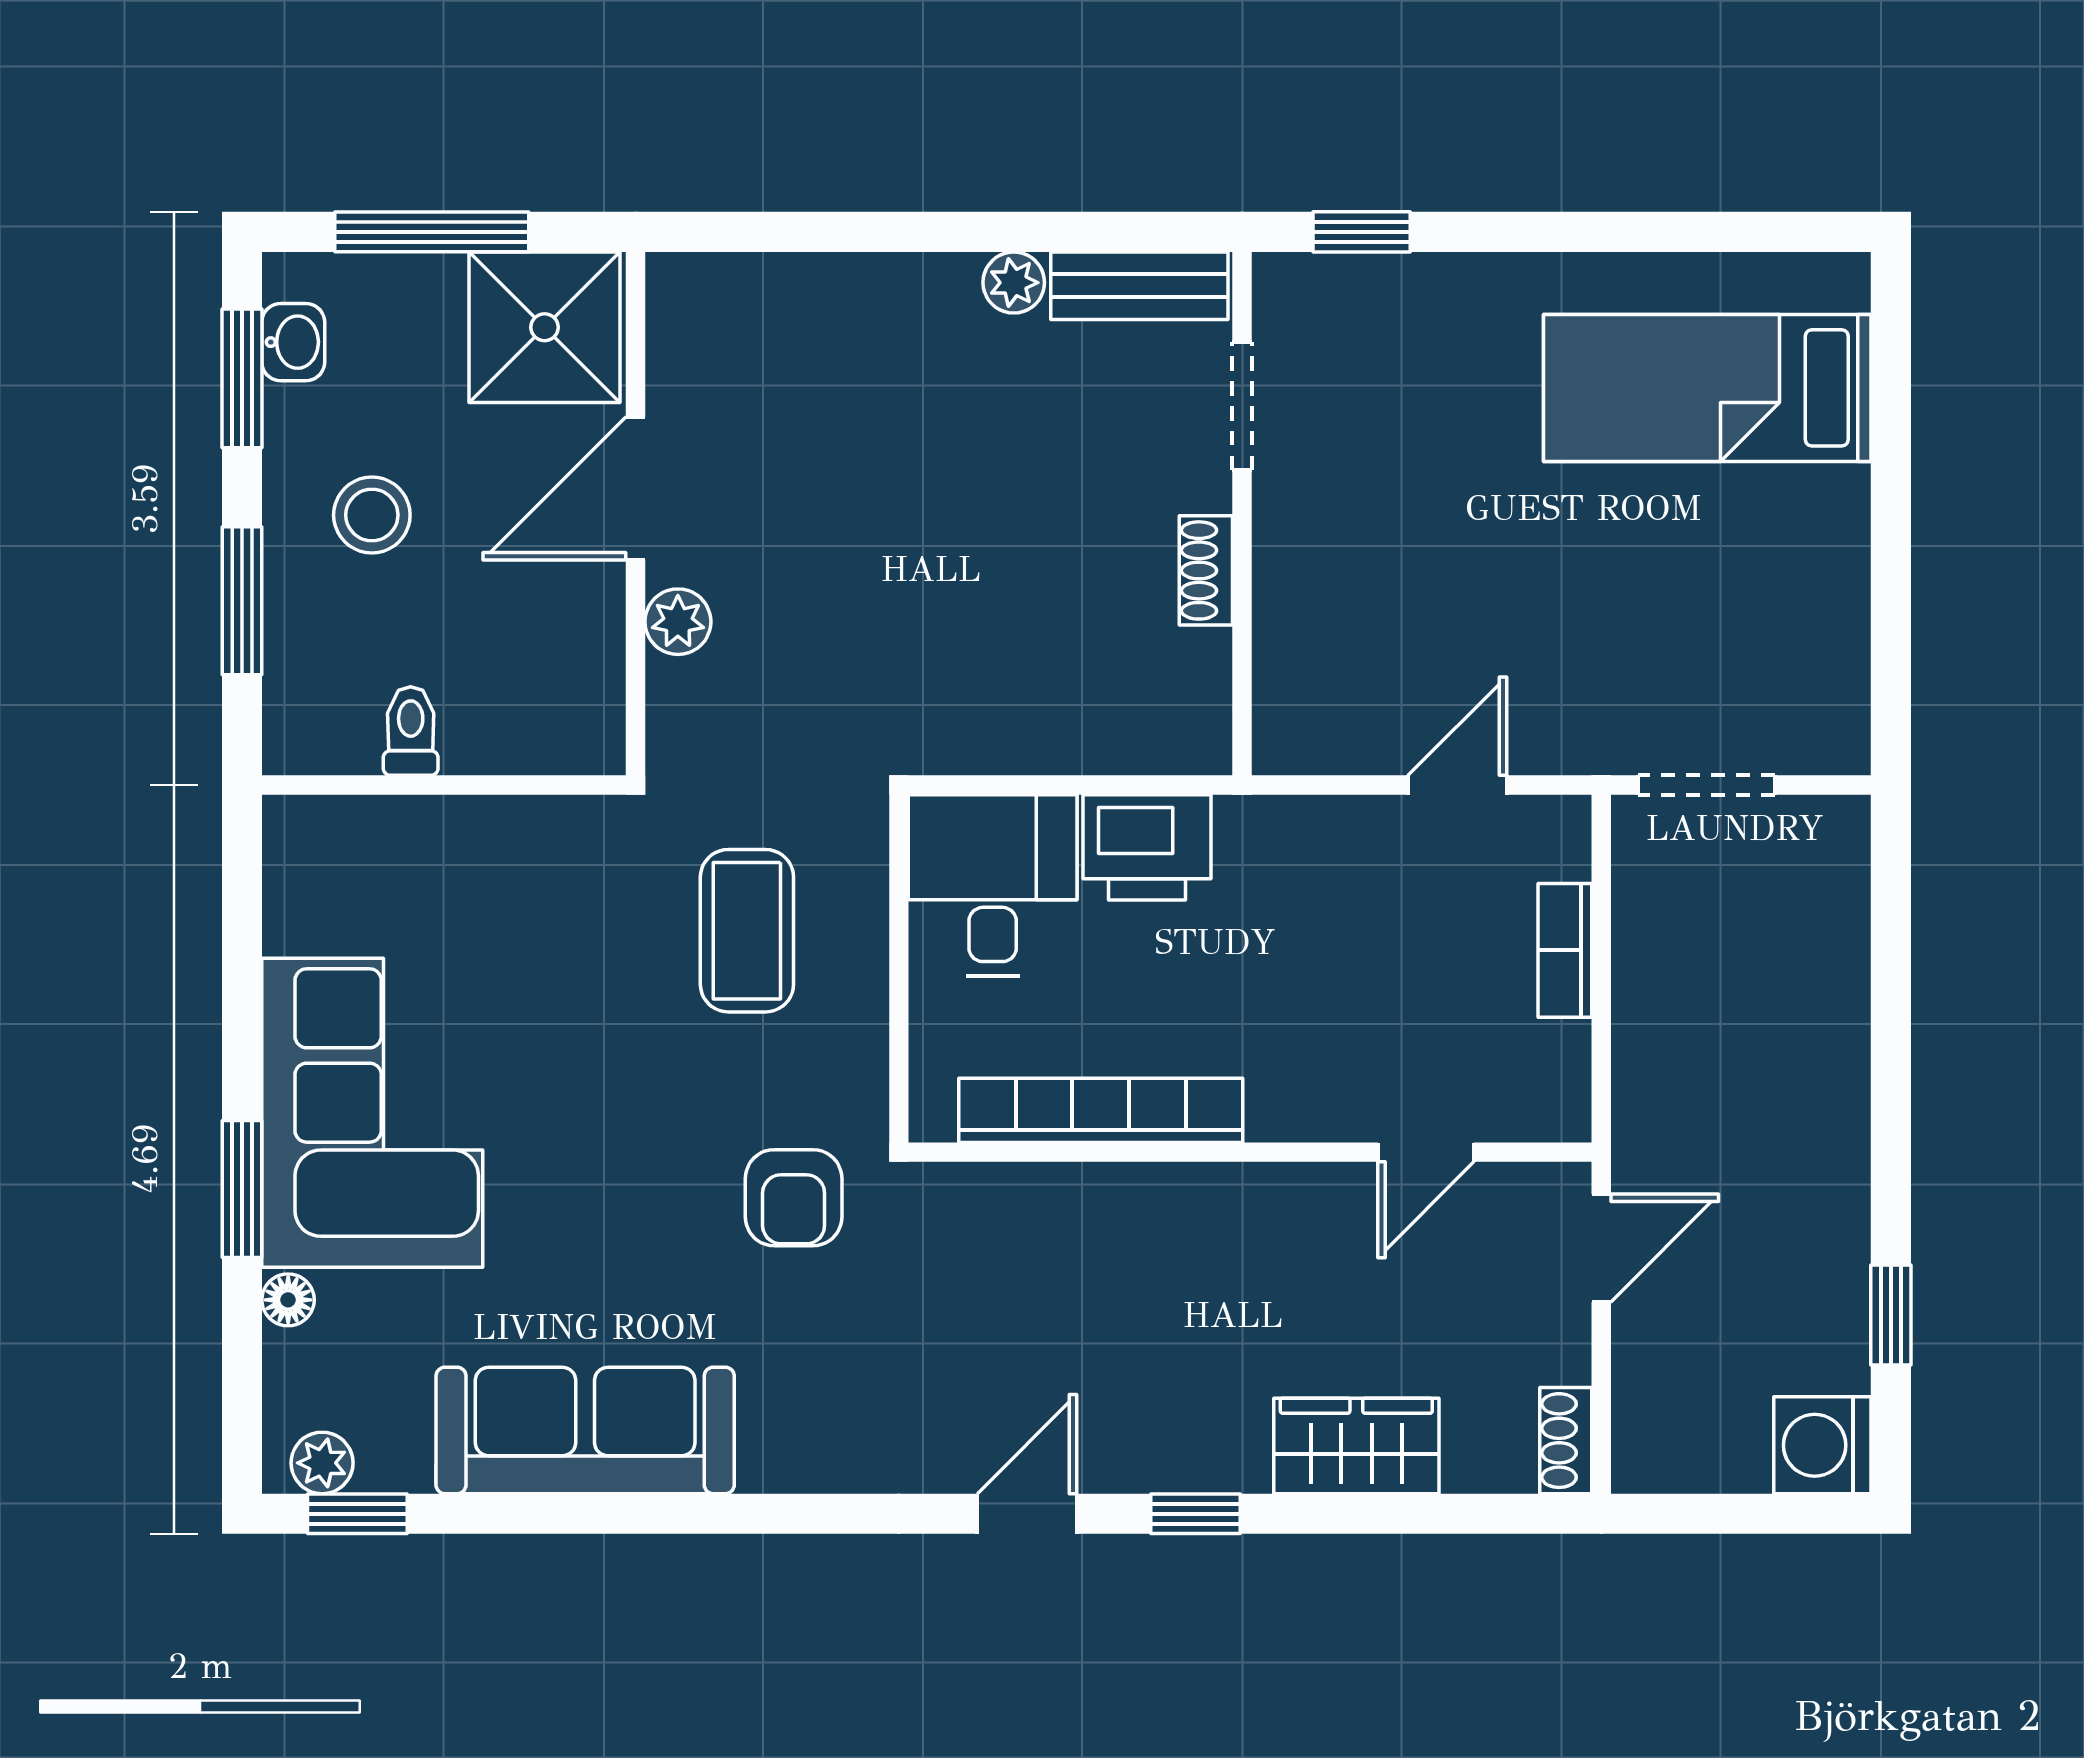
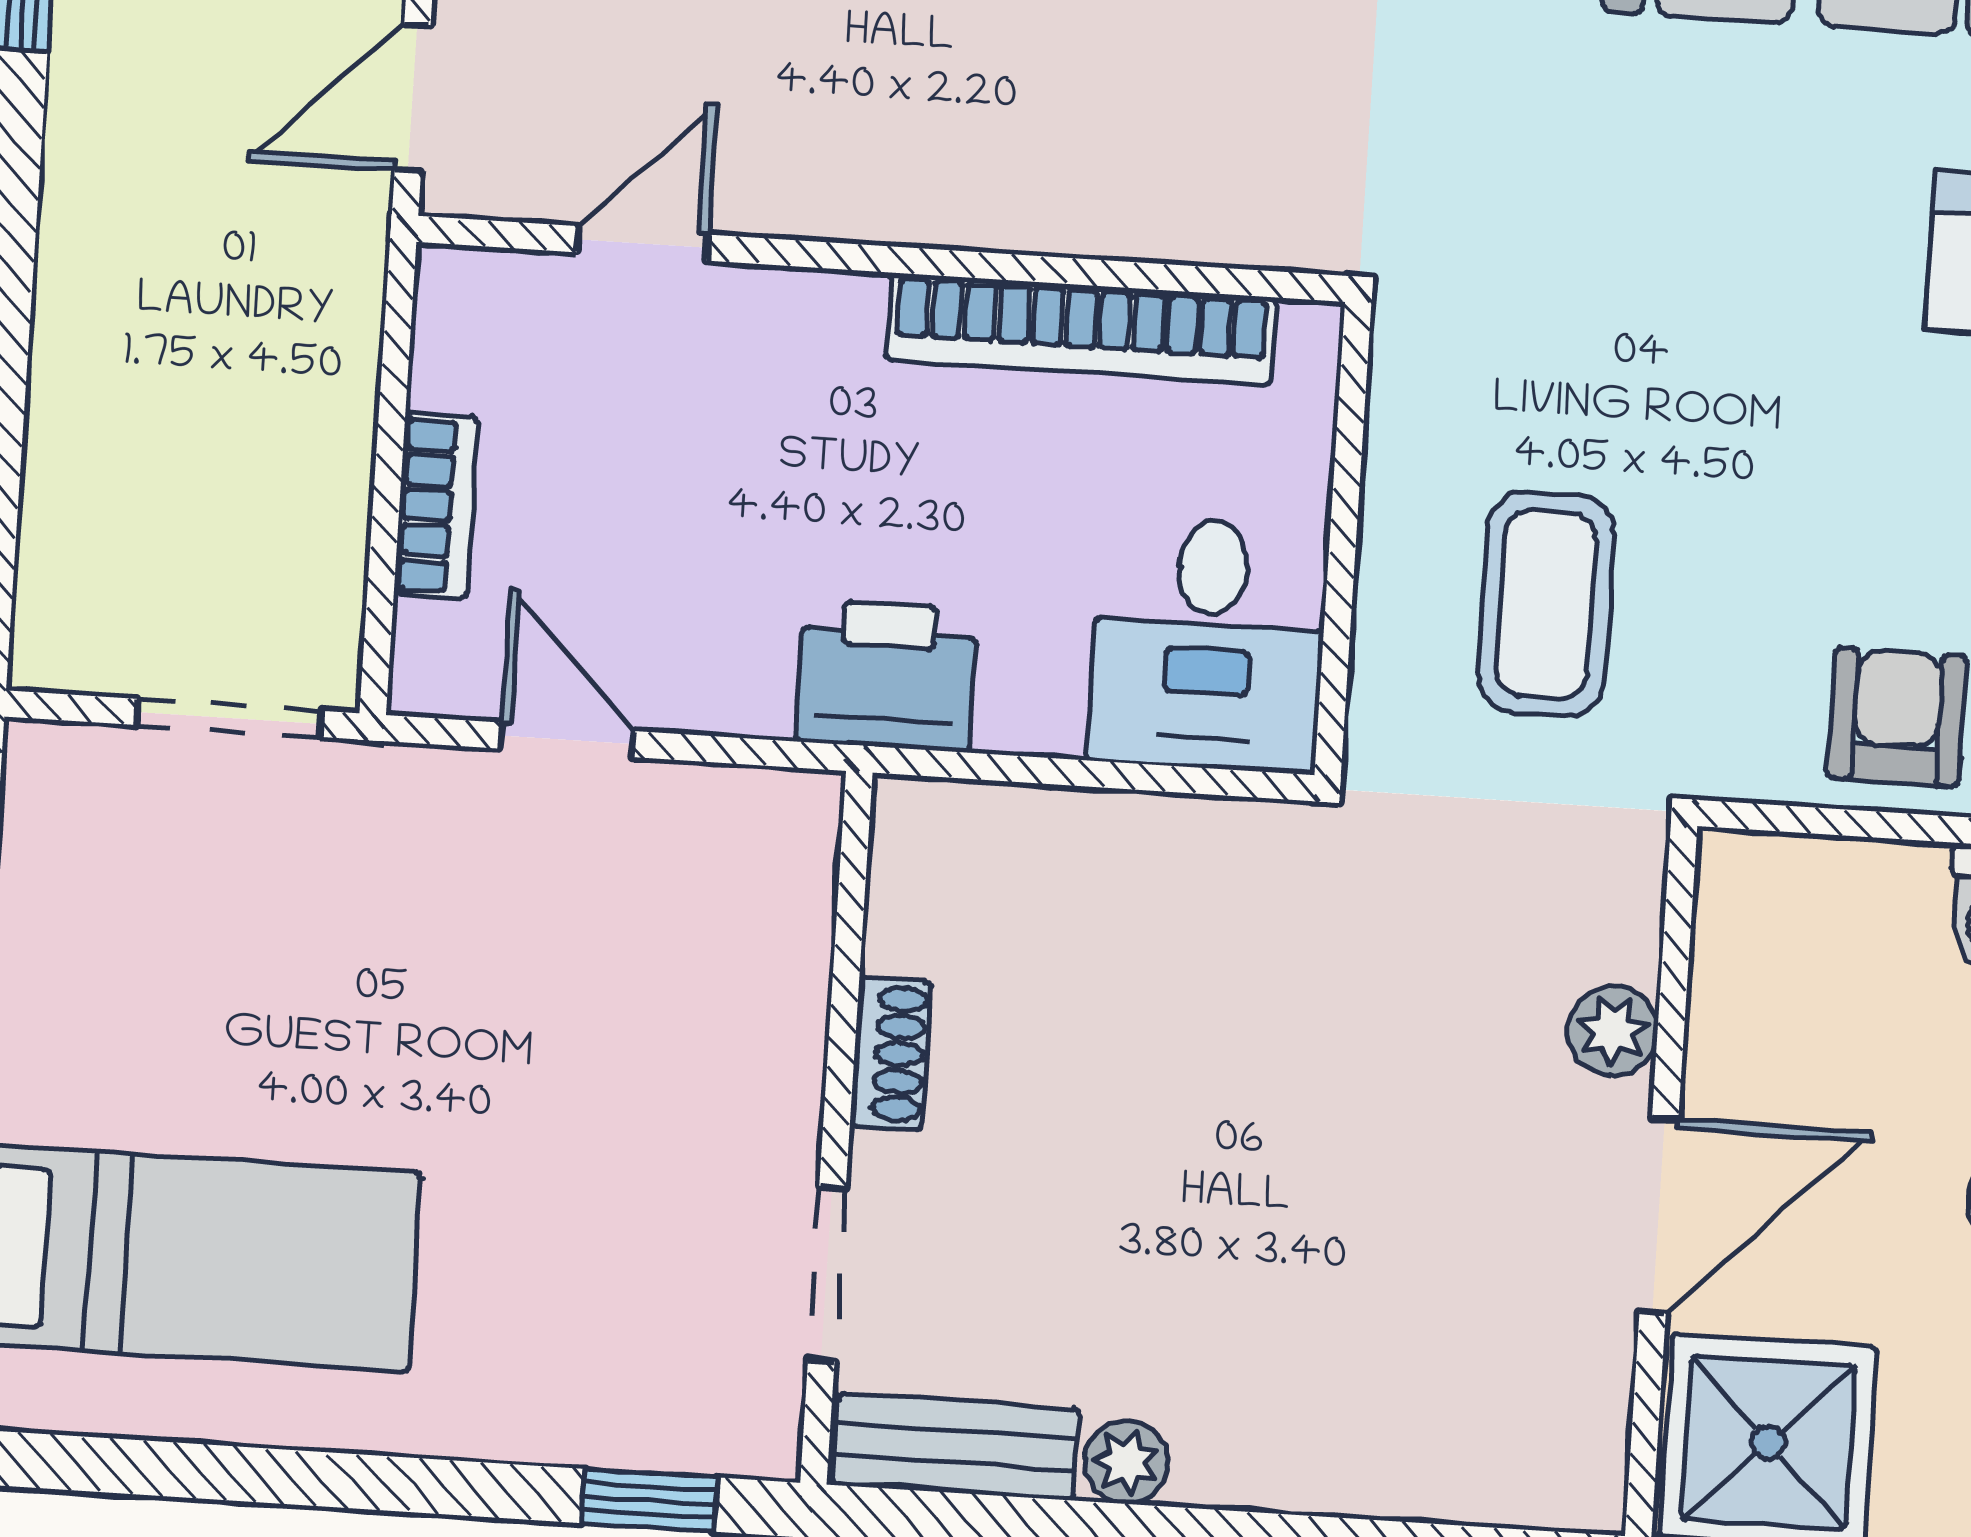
door: (1457, 785) -> (568, 740), swing flipped
printer: (1147, 847) -> (887, 675), moved
armchair: (794, 1198) -> (1897, 717), moved

